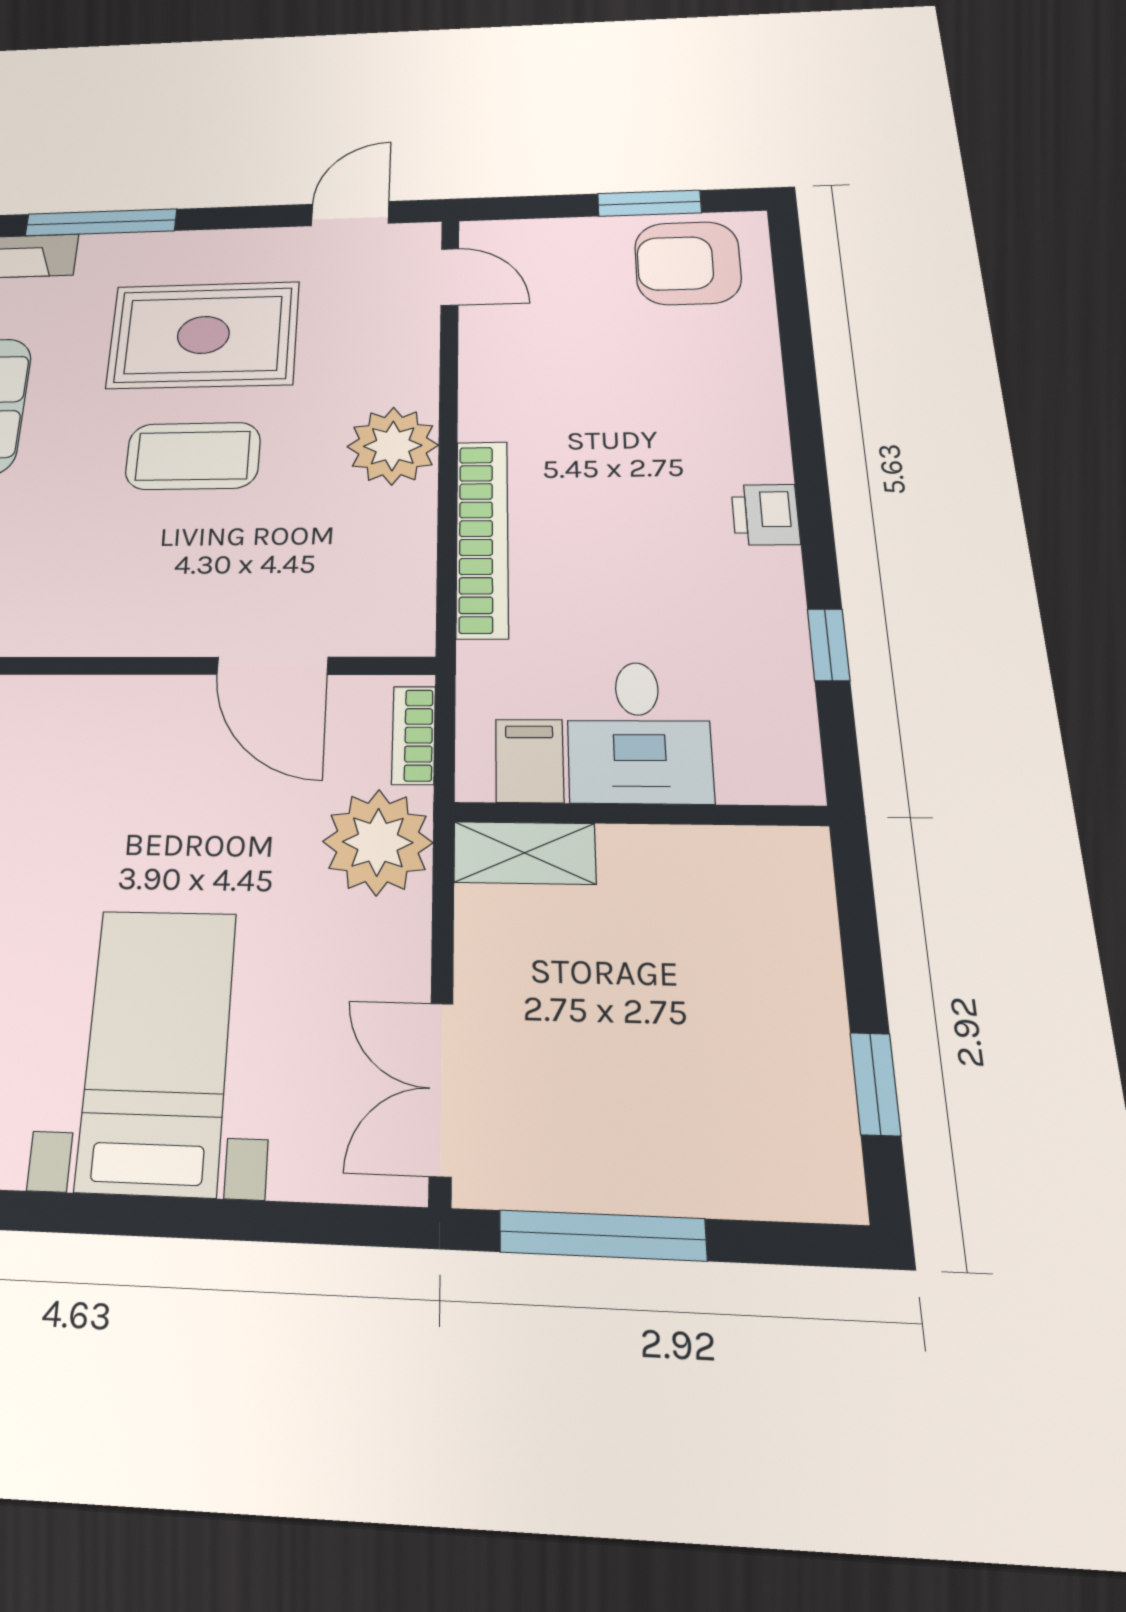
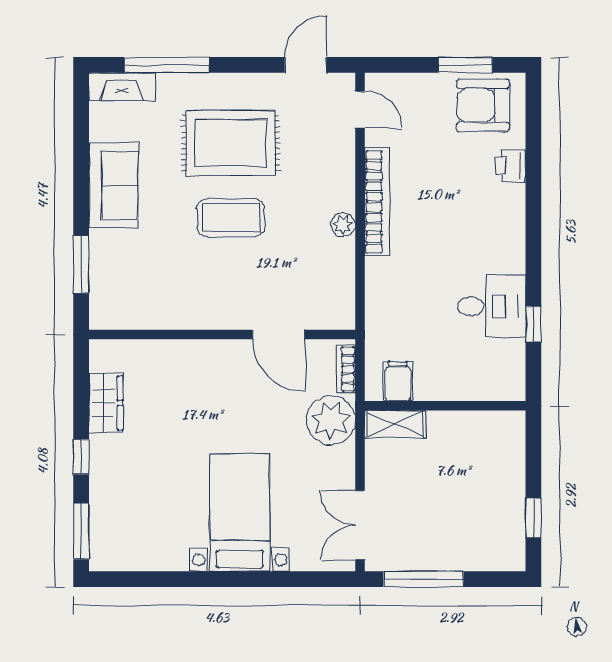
plant: (393, 446) -> (343, 225), width x0.53, depth x0.53
printer: (765, 515) -> (511, 166), moved
bookcase: (482, 538) -> (377, 202), moved
desk: (639, 732) -> (492, 306), moved, turned -90

